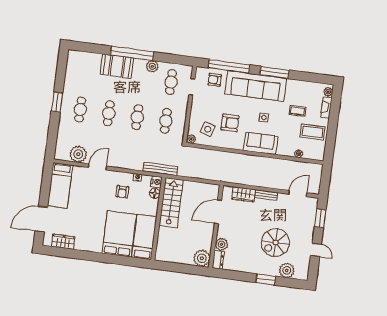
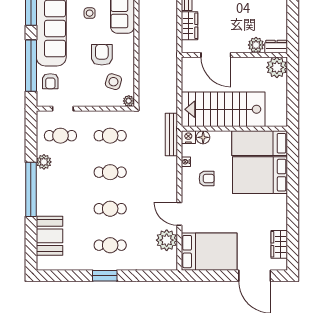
booth: (117, 66) -> (49, 236), moved
bed: (60, 185) -> (209, 252), width x1.50
stairs: (171, 203) -> (223, 109), width x1.36, depth x1.51

